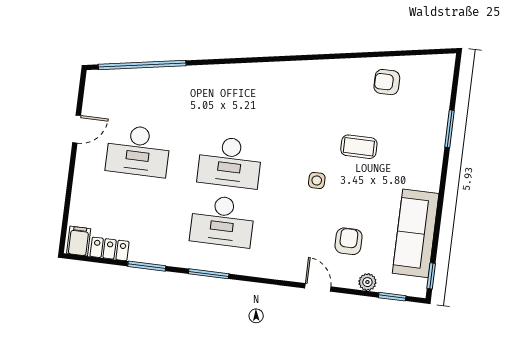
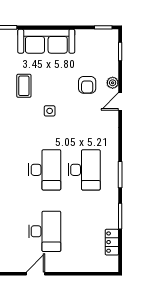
door: (77, 129) -> (35, 274), hinge flipped
sofa: (416, 233) -> (46, 41), moved
filing cabinet: (79, 241) -> (109, 263), removed
armchair: (349, 241) -> (87, 85), turned -90
plant: (367, 282) -> (113, 83), moved

